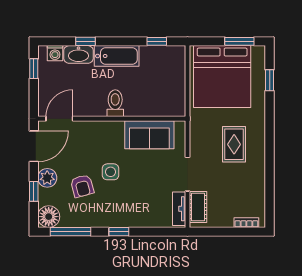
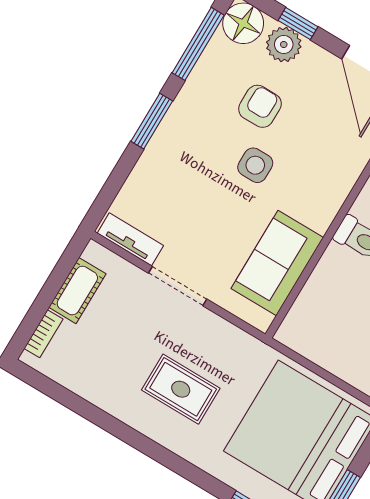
plant: (47, 178) -> (284, 44), moved
armchair: (82, 186) -> (260, 106), turned 105
cot: (198, 207) -> (77, 291), moved, turned 90
window: (119, 232) -> (152, 121), width x1.50

